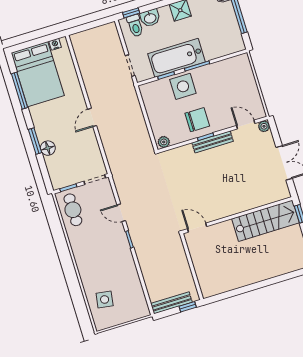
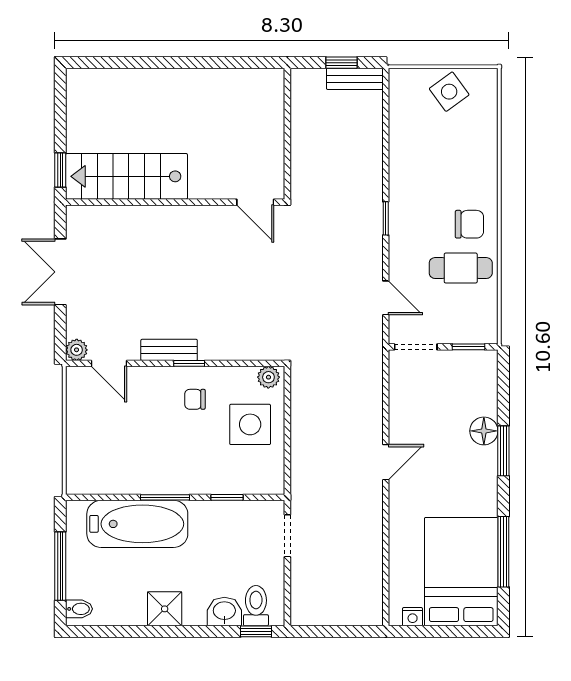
bathtub: (176, 58) -> (137, 524), moved
side table: (183, 86) -> (250, 424), moved
chair: (197, 120) -> (195, 399), width x0.54, depth x0.54
bench: (213, 142) -> (169, 350), width x0.73
cafe table: (73, 210) -> (461, 268), moved, turned 90
door: (121, 213) -> (386, 298), moved
chair: (87, 249) -> (469, 224), added
side table: (105, 299) -> (449, 92), moved, turned 45
bench: (171, 303) -> (355, 79), width x0.73
window: (188, 307) -> (341, 63), moved

